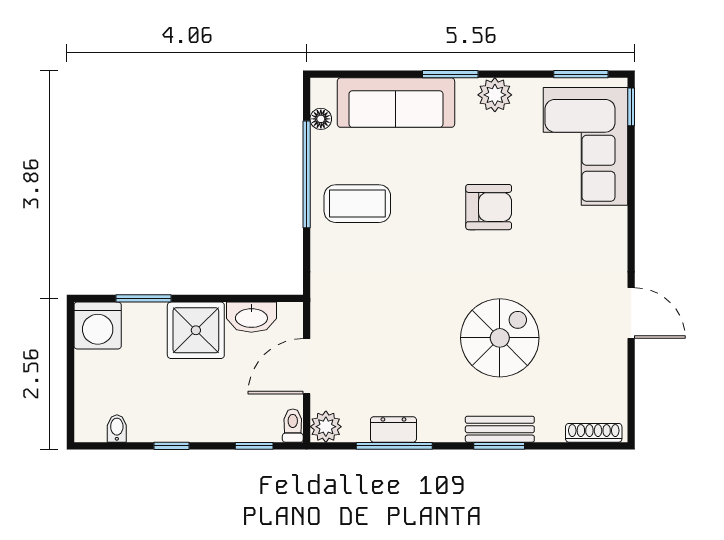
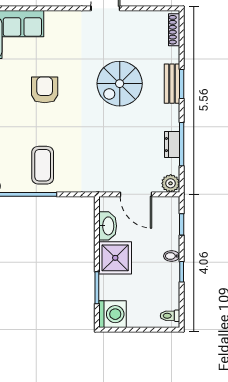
spiral stairs: (500, 338) -> (120, 84), turned -90
toilet: (293, 426) -> (170, 316), moved
bidet: (117, 429) -> (172, 256), moved

